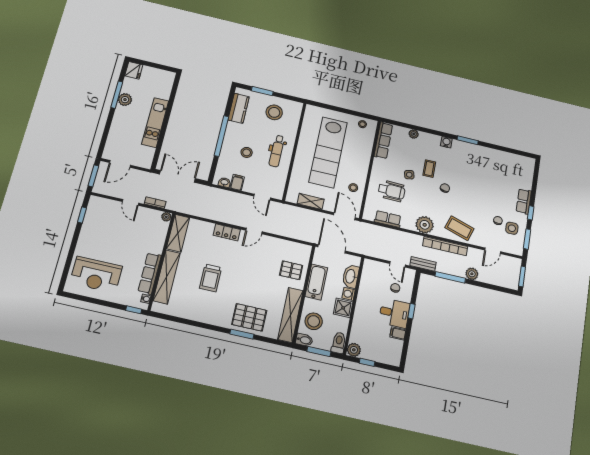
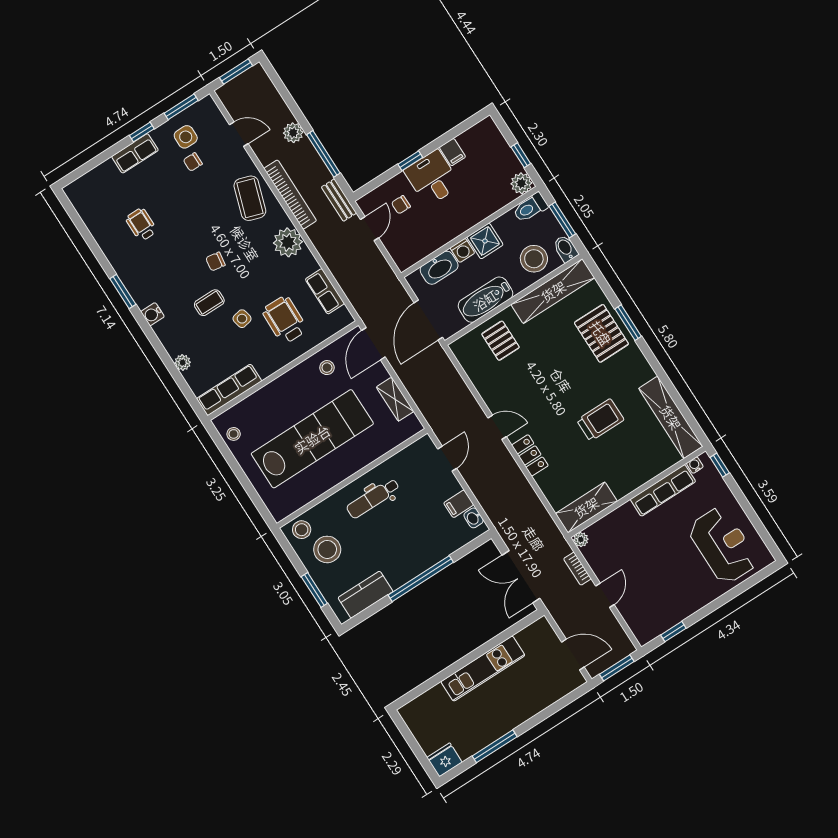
plant: (125, 100) -> (491, 731), removed
dental chair: (277, 151) -> (373, 498), turned 180
stool: (247, 152) -> (302, 530), moved
wheelchair: (490, 174) -> (141, 225), added
shelving: (167, 277) -> (671, 417), moved, turned 90

